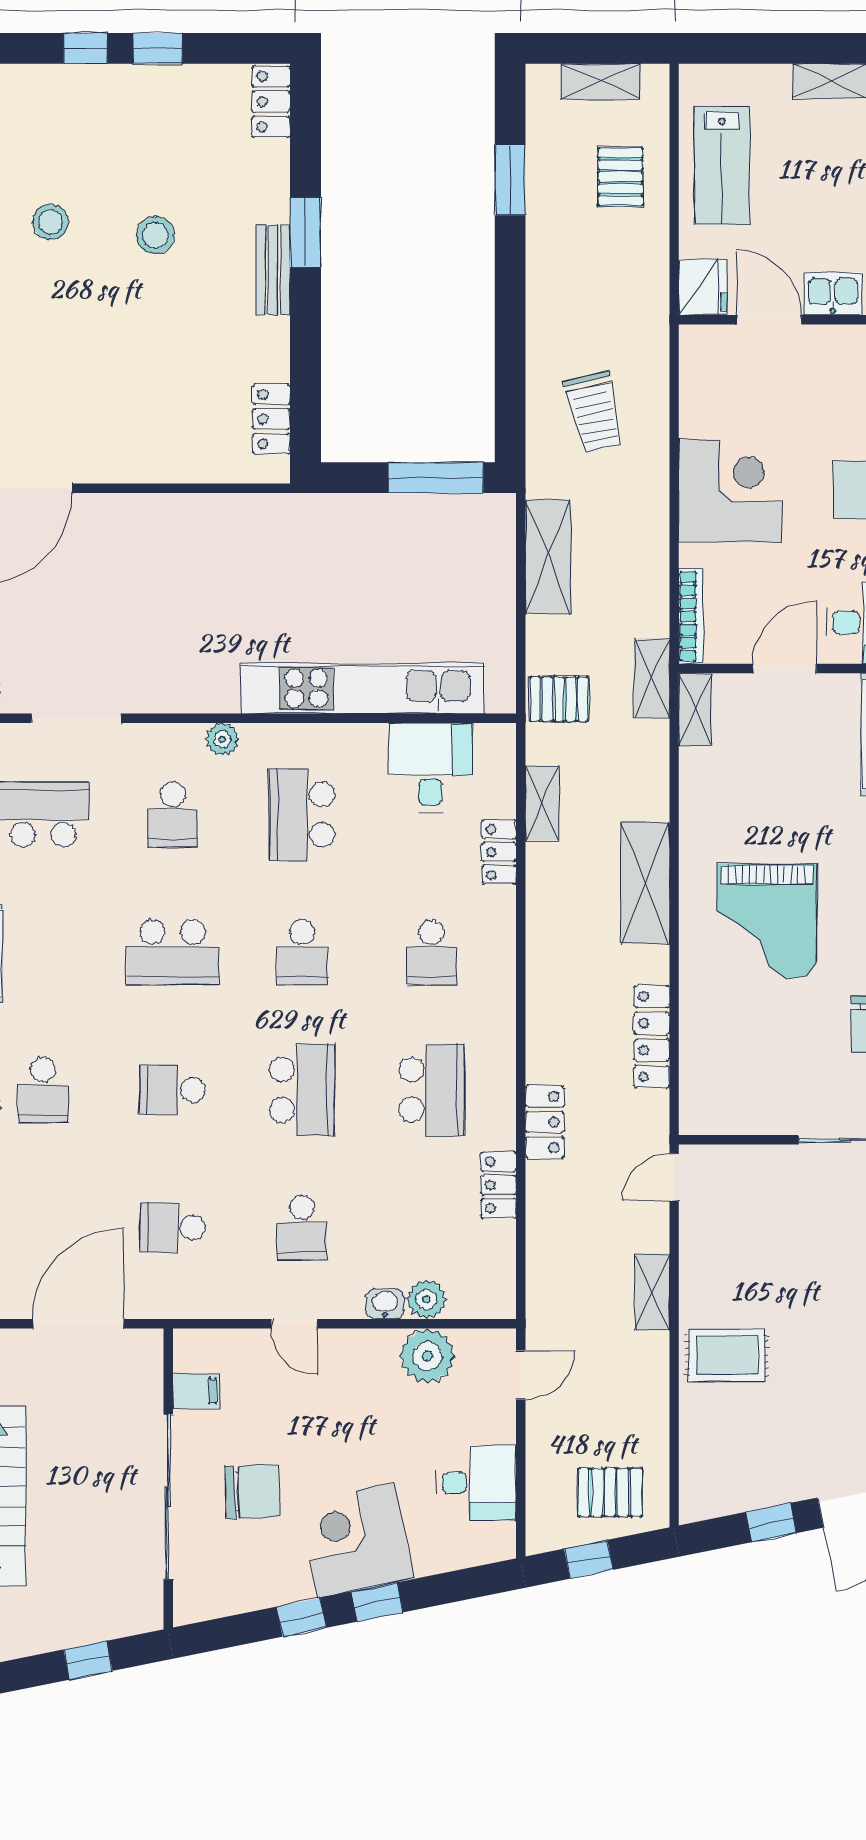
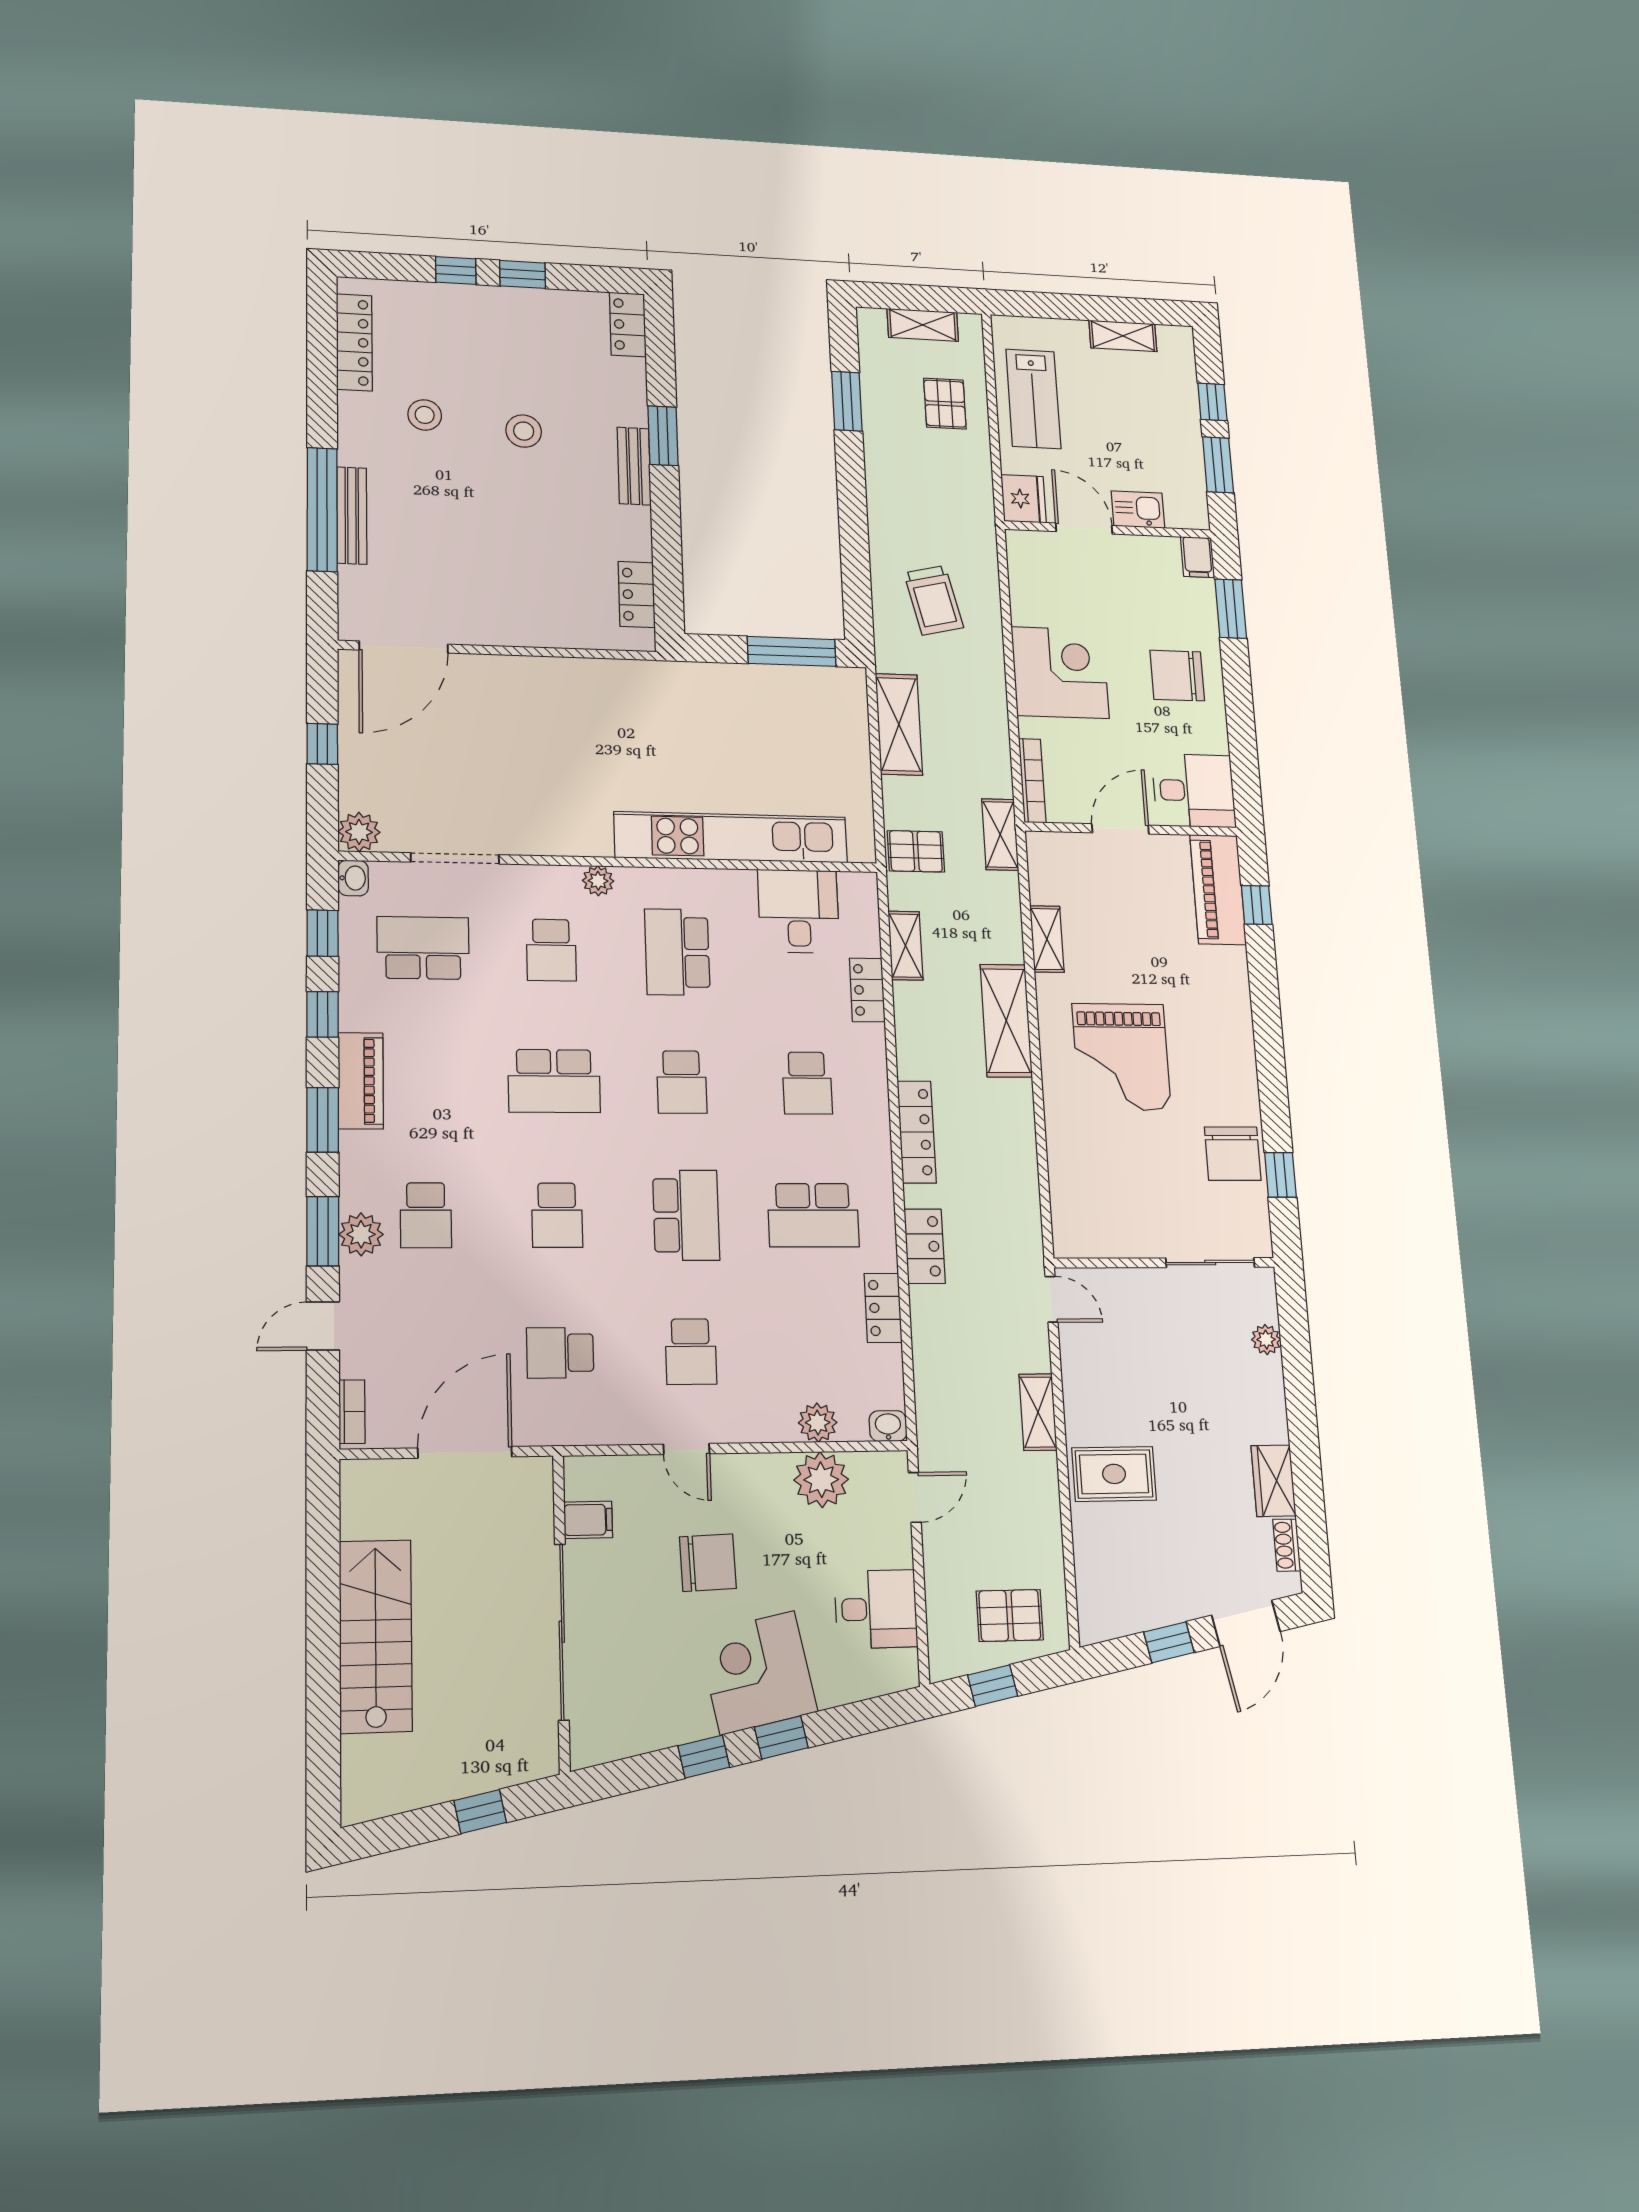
shelving: (695, 709) -> (1047, 939), moved
locker: (652, 1037) -> (917, 1132), moved, turned 180
school desk: (173, 1090) -> (557, 1215), turned -90
school desk: (431, 1090) -> (813, 1215), turned 90
door: (674, 1177) -> (1052, 1299), swing flipped
washbasin: (385, 1304) -> (888, 1426), moved
chair: (253, 1492) -> (708, 1563), moved

